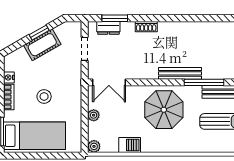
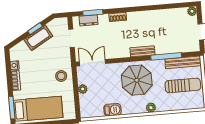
bench: (180, 73) -> (142, 51), width x0.73
double door: (109, 82) -> (93, 63), swing flipped
stool: (44, 96) -> (61, 76), moved
plant: (94, 146) -> (151, 108), moved

